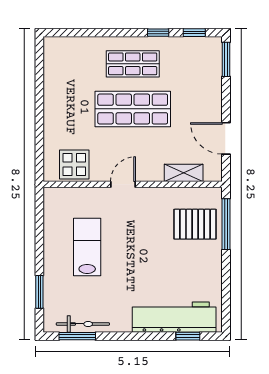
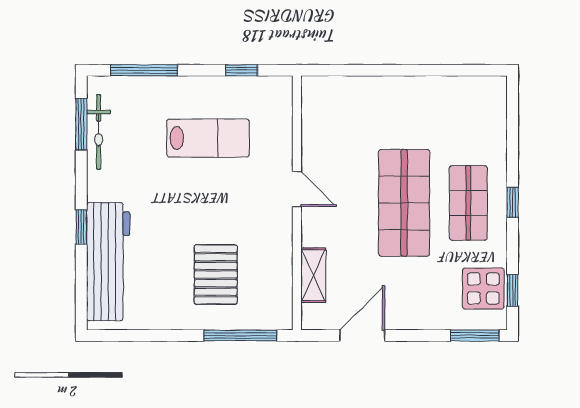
window: (158, 33) -> (513, 202), moved
display table: (74, 164) -> (483, 288), moved
window: (39, 223) -> (242, 70), added
pallet: (195, 224) -> (216, 275), moved
window: (39, 292) -> (144, 70), width x1.44
window: (188, 336) -> (81, 227), moved

